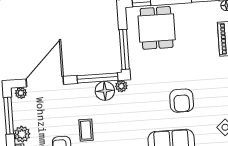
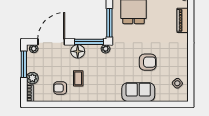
floor lamp: (105, 91) -> (78, 51), moved
armchair: (182, 101) -> (148, 62), turned -90

